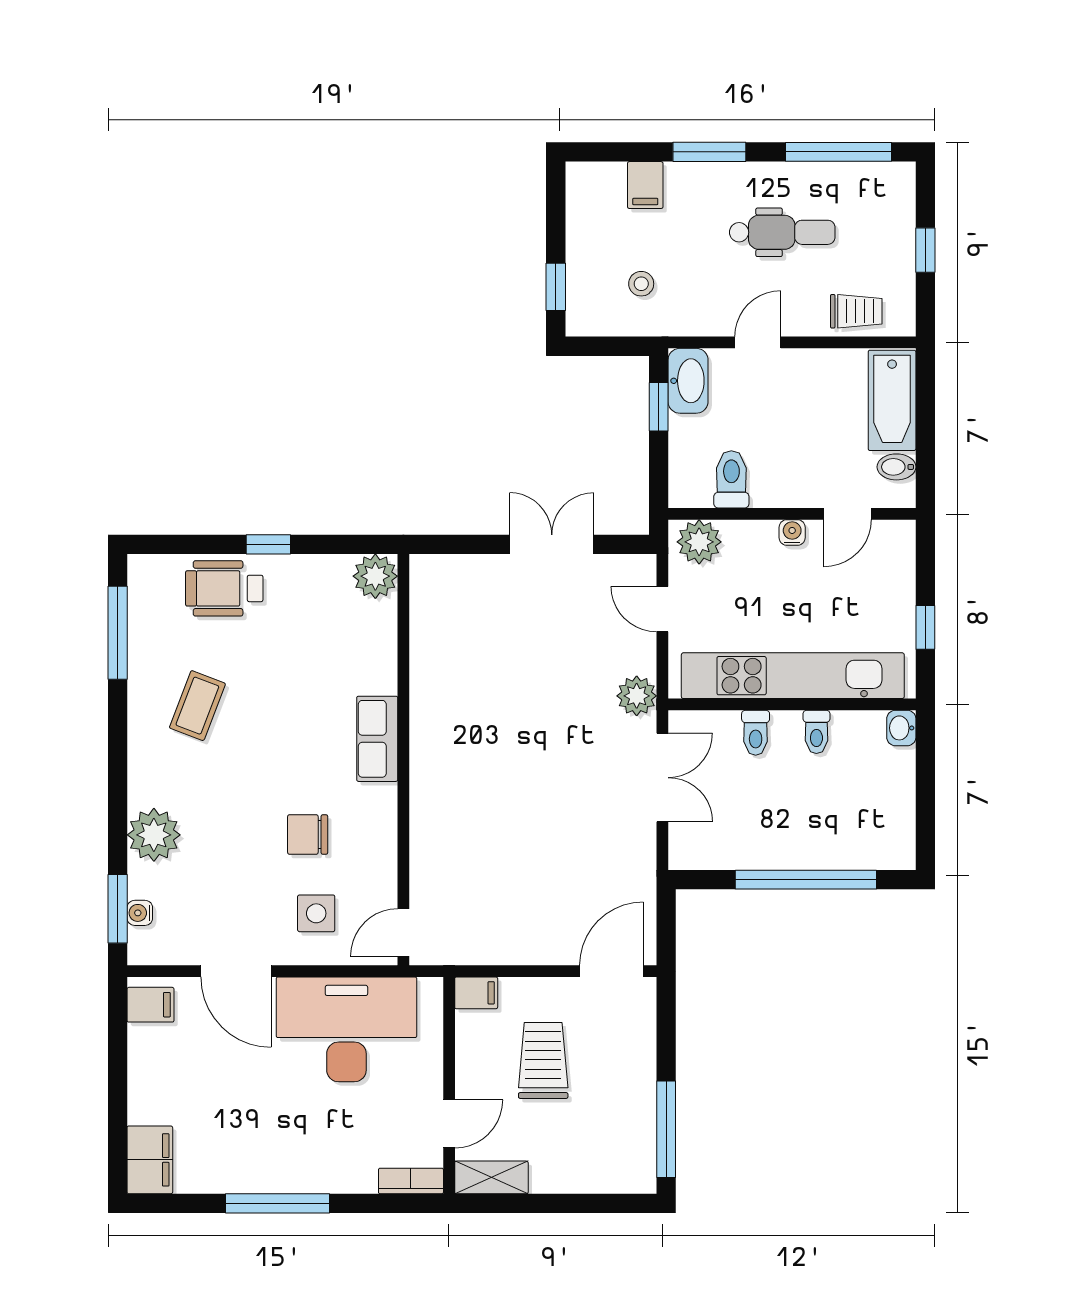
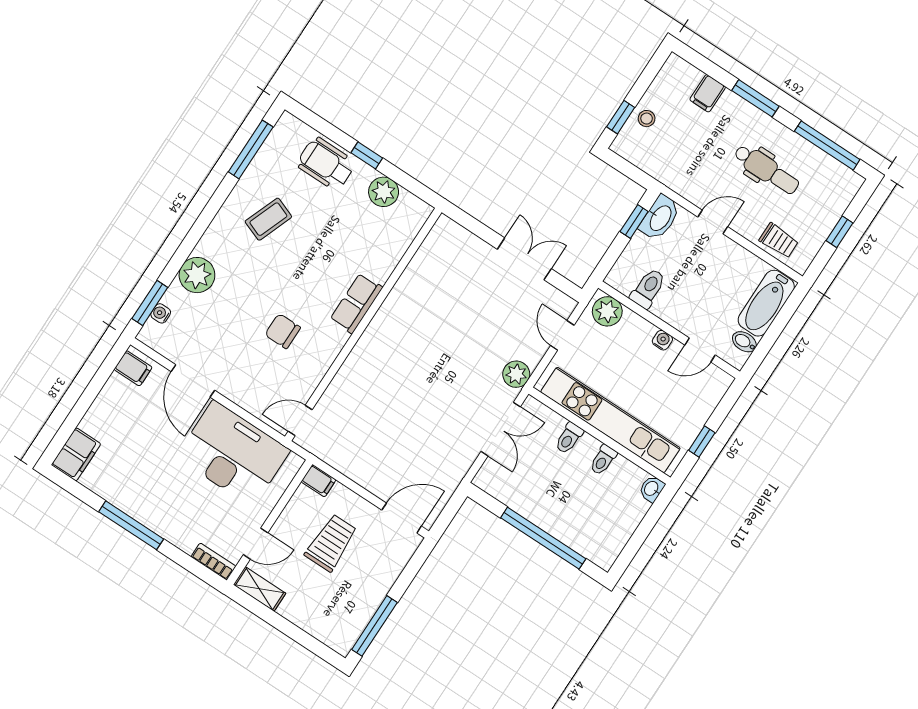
stool: (641, 284) -> (647, 119), moved
plant: (375, 576) -> (384, 192), moved
side table: (316, 913) -> (259, 378), removed

